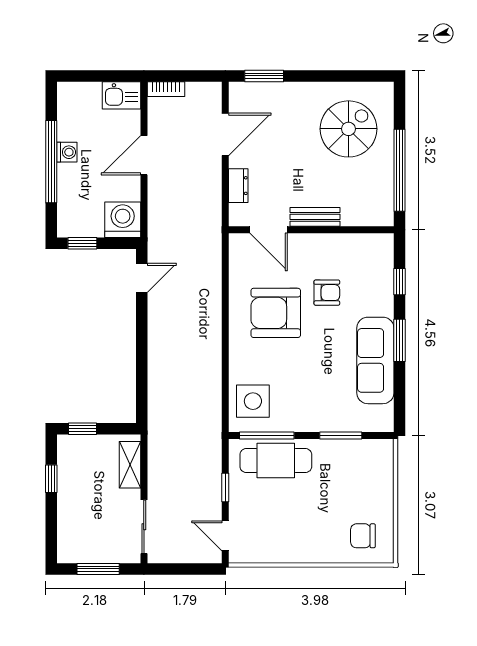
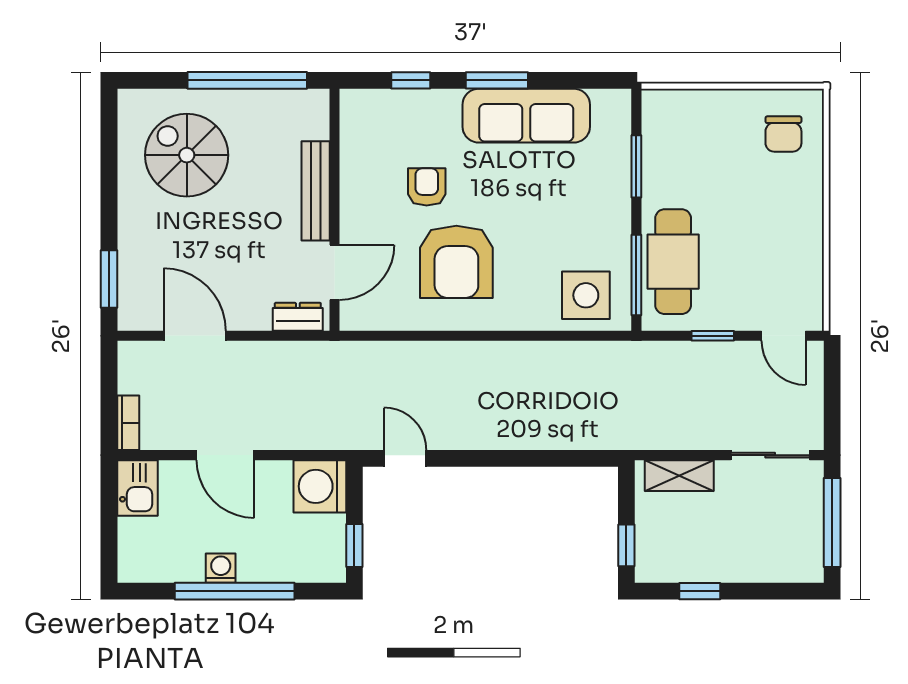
dresser: (238, 186) -> (298, 317), moved
bench: (315, 217) -> (316, 191), width x1.36
door: (225, 536) -> (784, 336), hinge flipped
window: (98, 569) -> (832, 522), width x1.44

